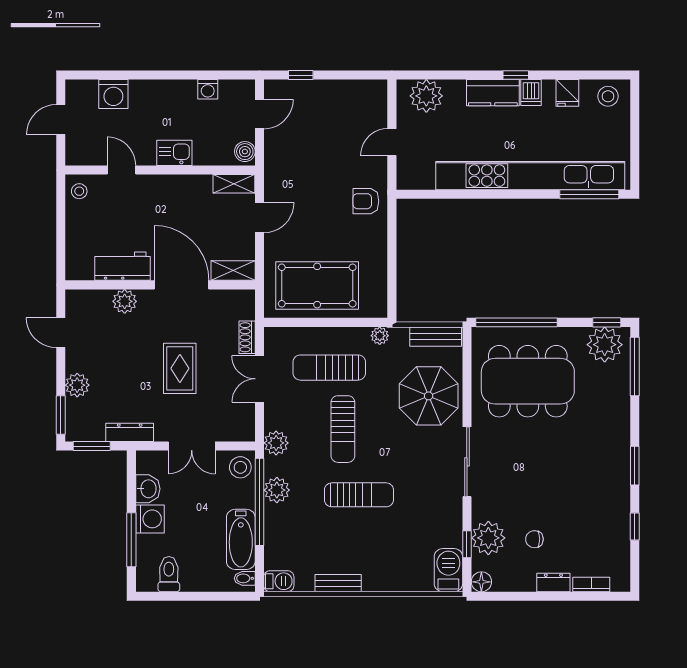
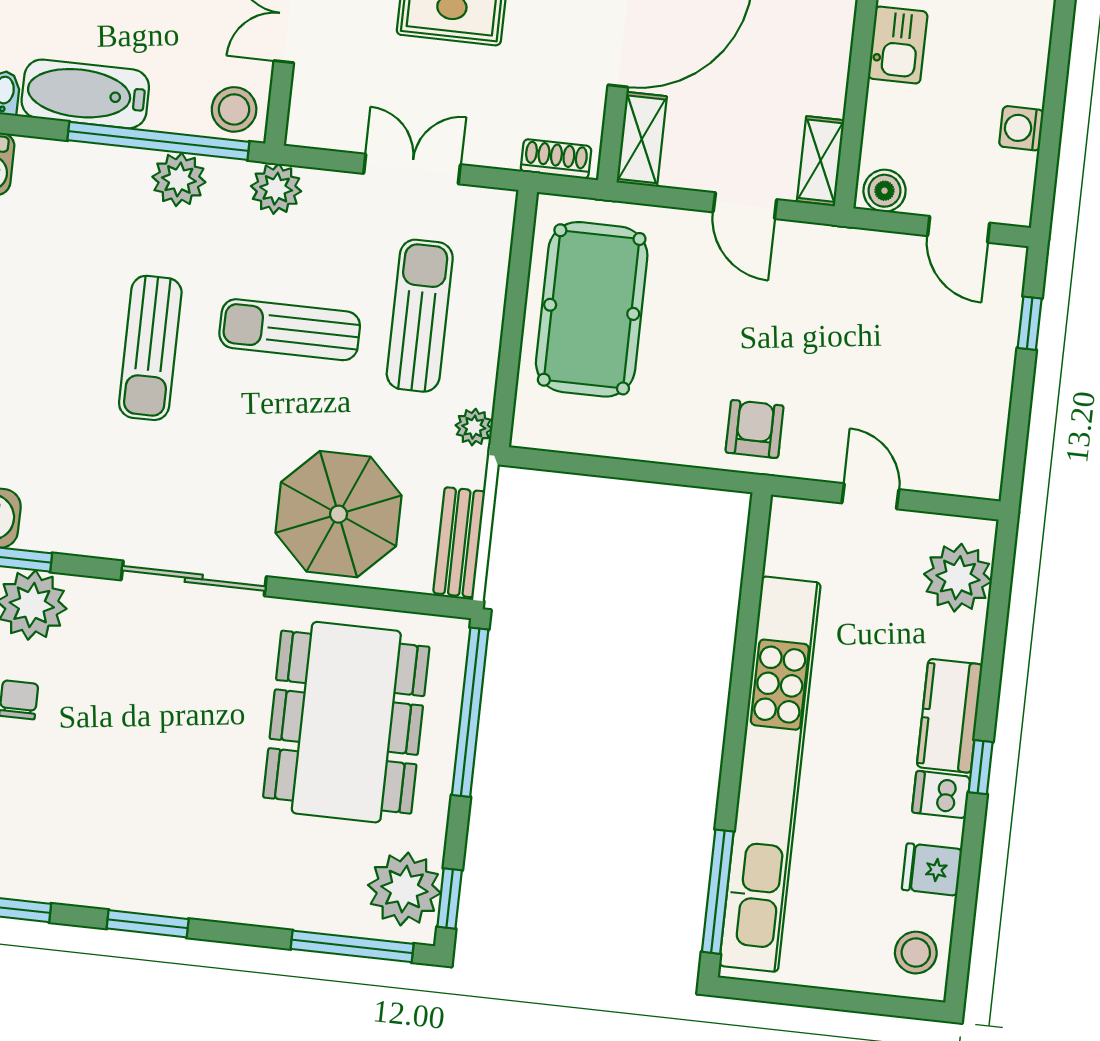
shoe rack: (247, 337) -> (556, 159), moved

